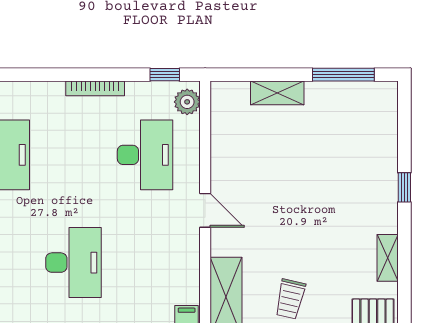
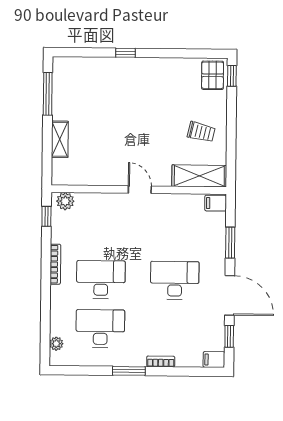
desk: (145, 155) -> (101, 280), moved
door: (205, 210) -> (140, 190), hinge flipped
shelving: (388, 258) -> (174, 65), removed

